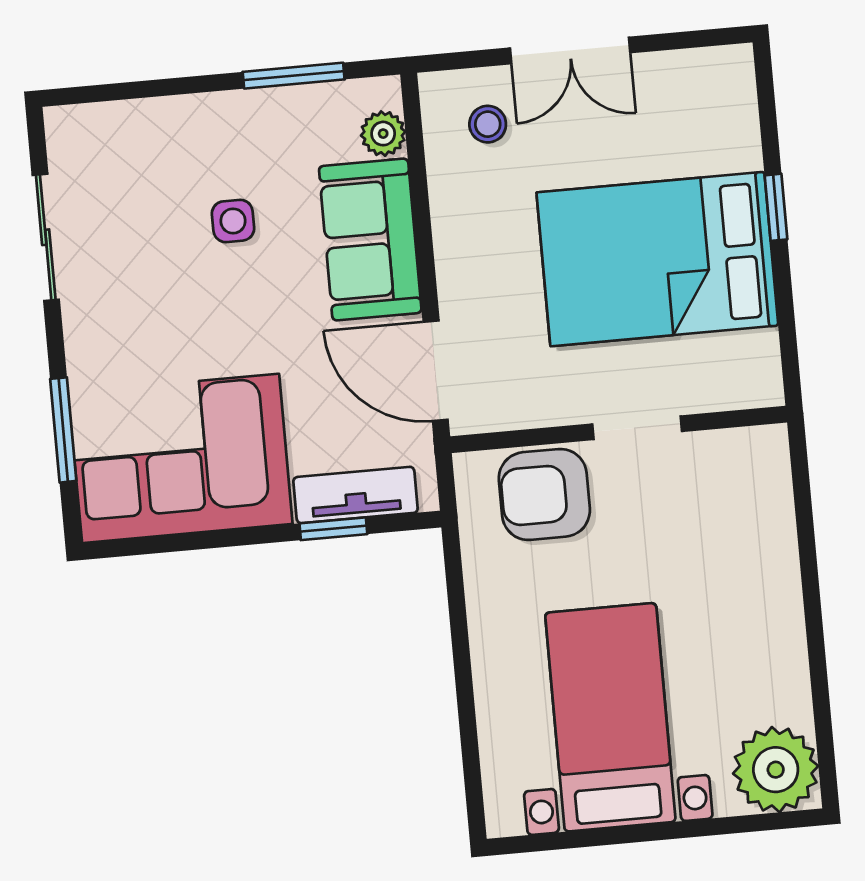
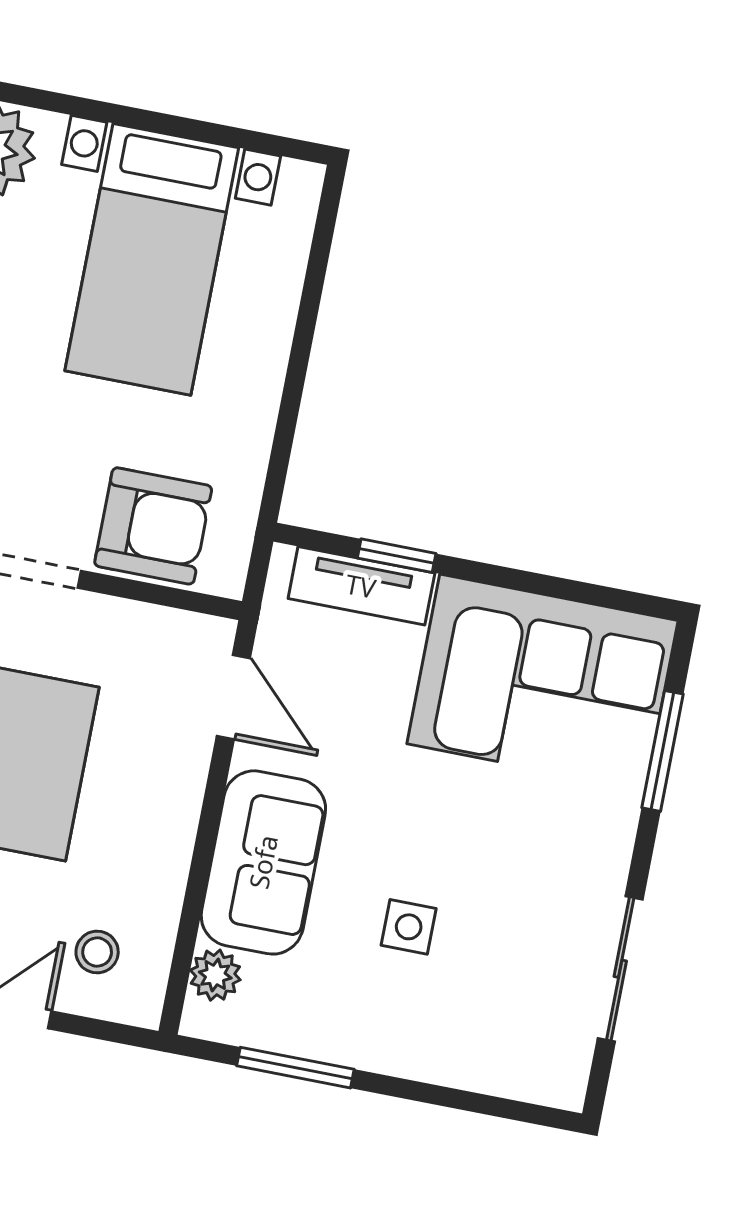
door: (436, 371) -> (233, 697), width x0.73

